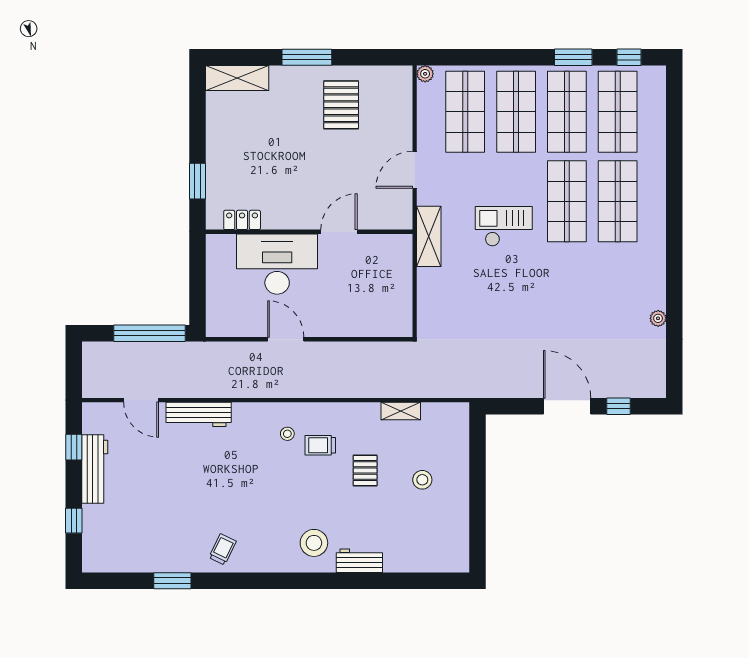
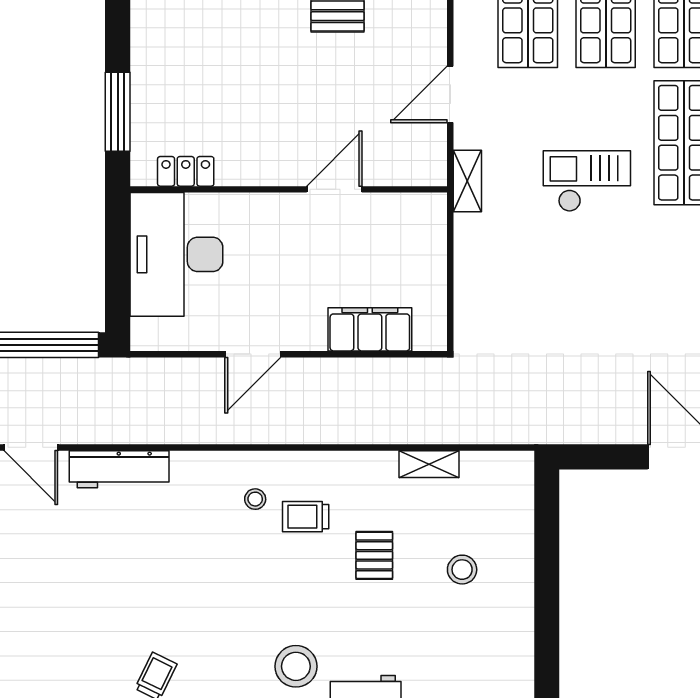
window: (198, 181) -> (118, 112), width x1.44
shelving: (429, 236) -> (467, 181), width x0.67, depth x0.75
desk: (277, 264) -> (176, 254), moved, turned -90
filing cabinet: (362, 323) -> (370, 329), added
door: (286, 339) -> (253, 354), swing flipped

